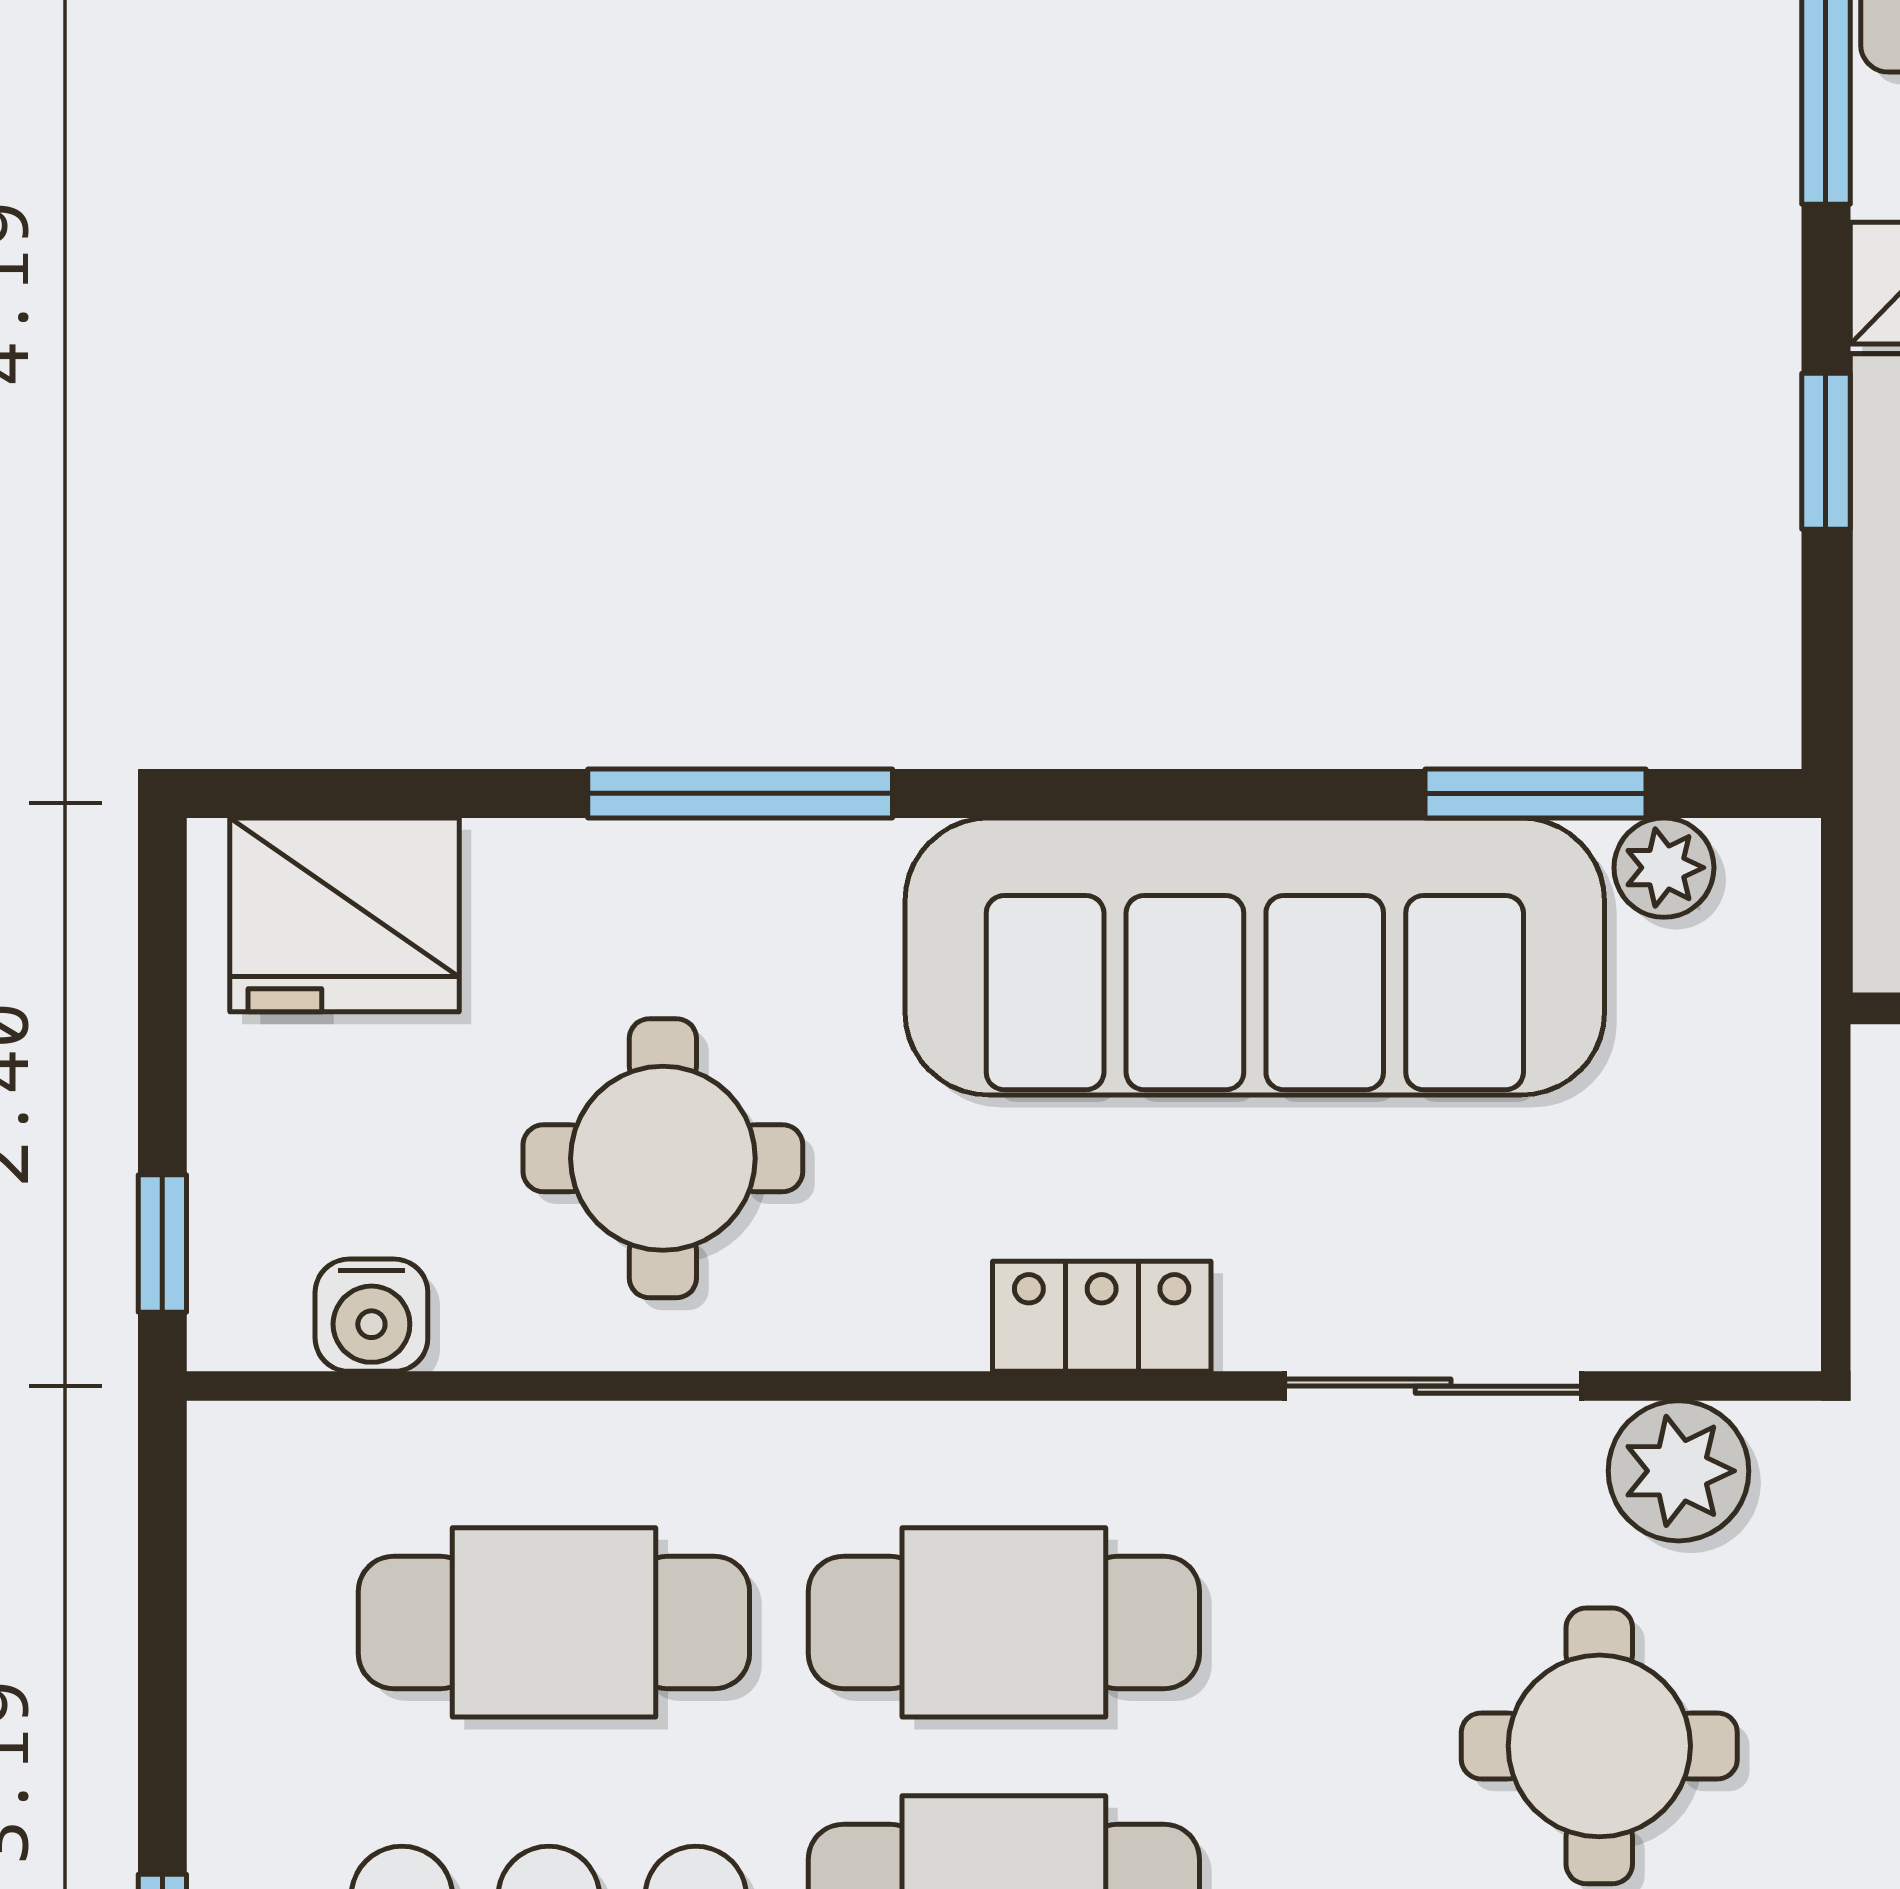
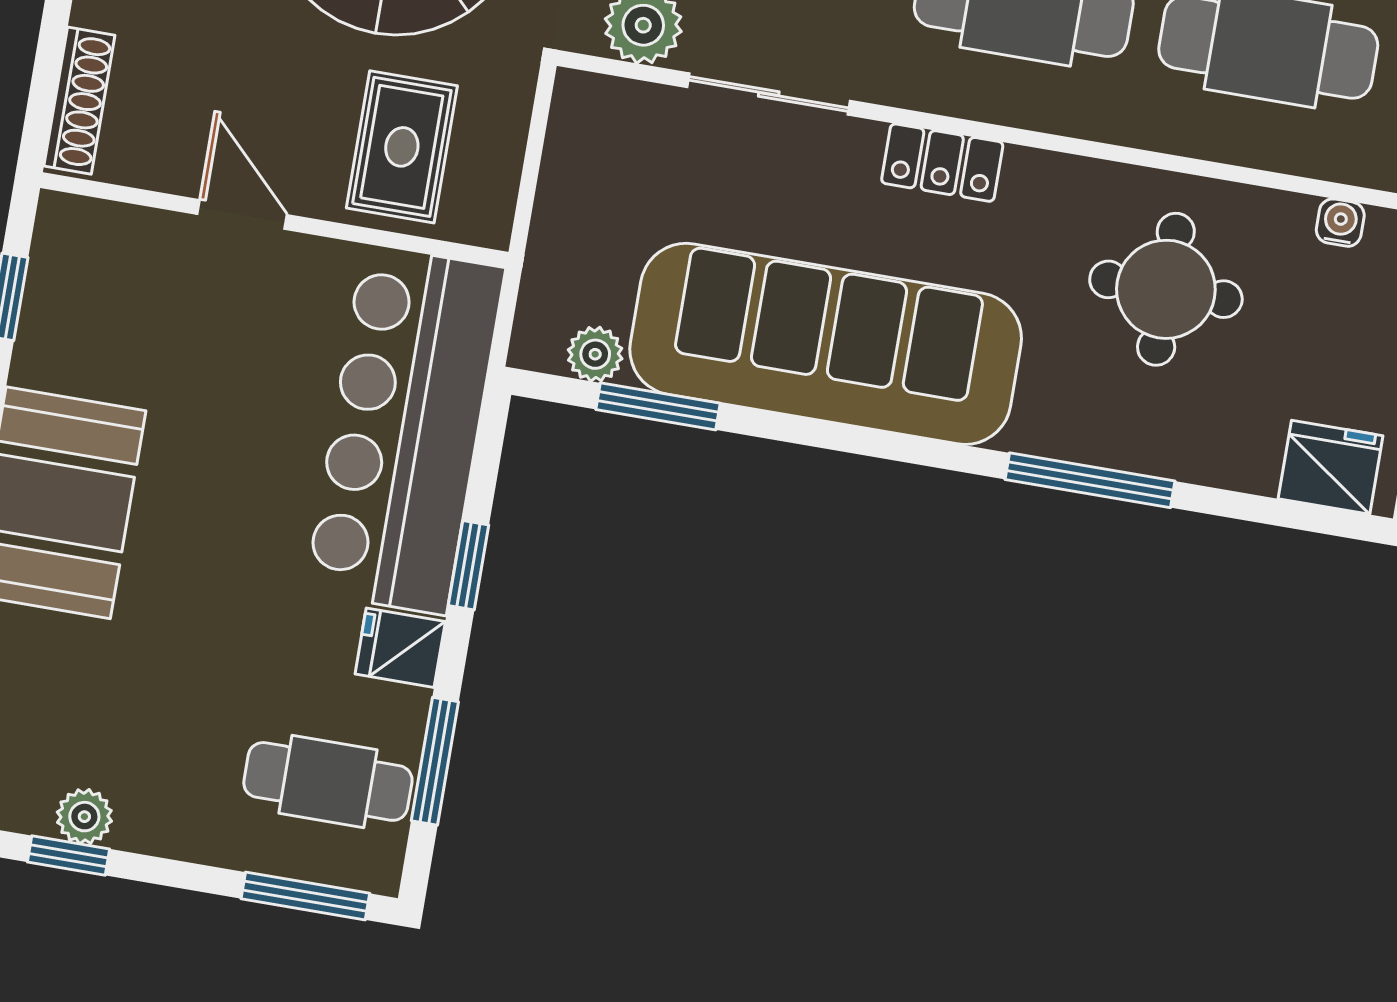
fridge: (344, 915) -> (1331, 467), width x0.73, depth x0.75
water cooler: (371, 1315) -> (1340, 223), width x0.72, depth x0.72

